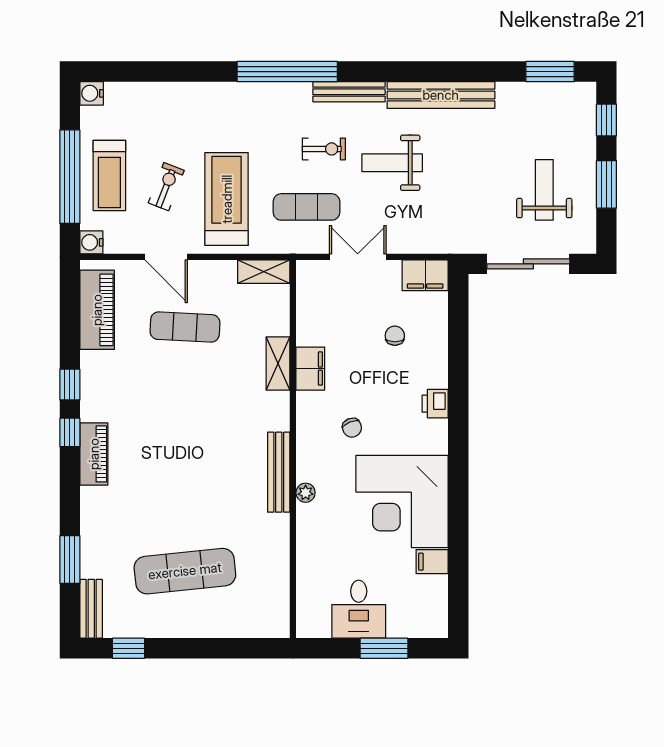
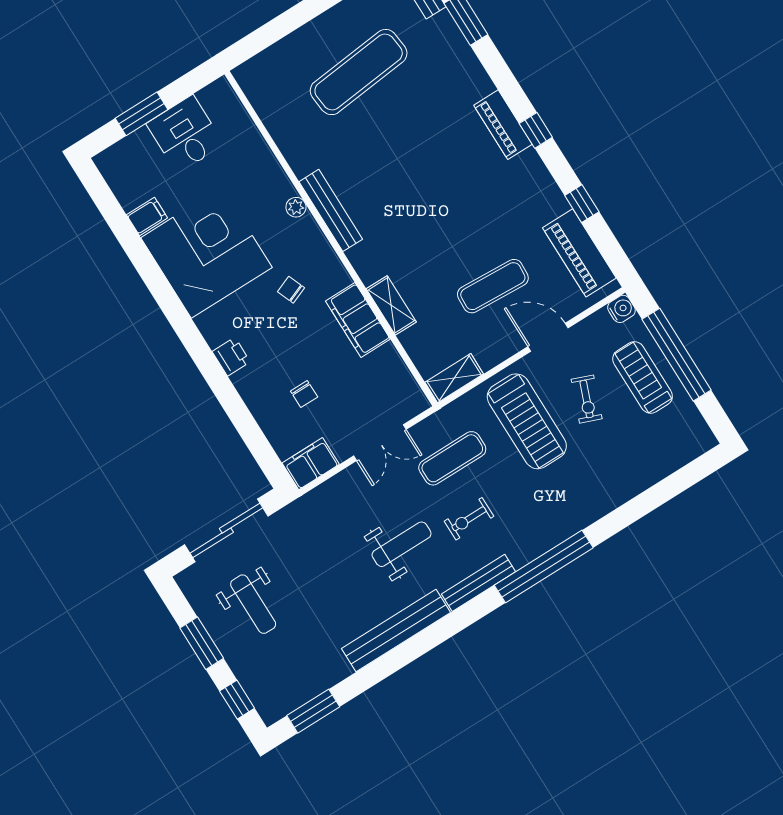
water cooler: (92, 93) -> (703, 440), removed
filing cabinet: (310, 369) -> (358, 320), width x1.50, depth x1.17
window: (70, 385) -> (582, 204), moved

